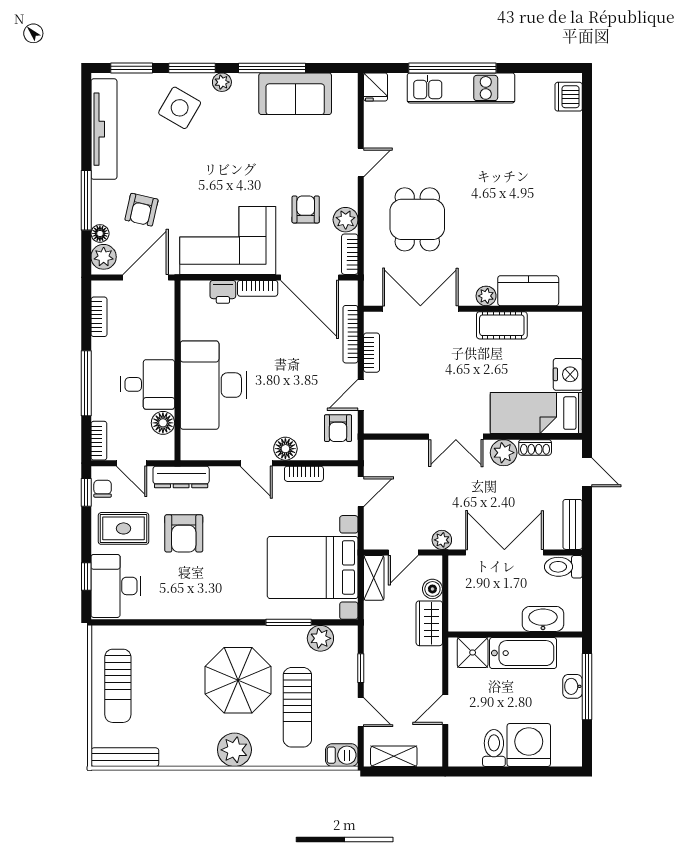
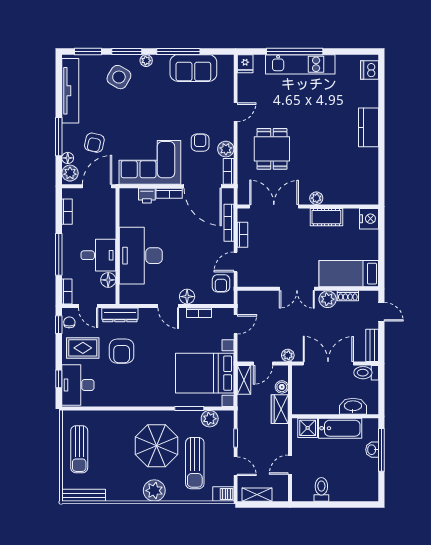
kitchen counter: (528, 291) -> (368, 127), moved, turned -90
nightstand: (568, 374) -> (369, 219), moved
washing machine: (529, 745) -> (344, 487), removed

